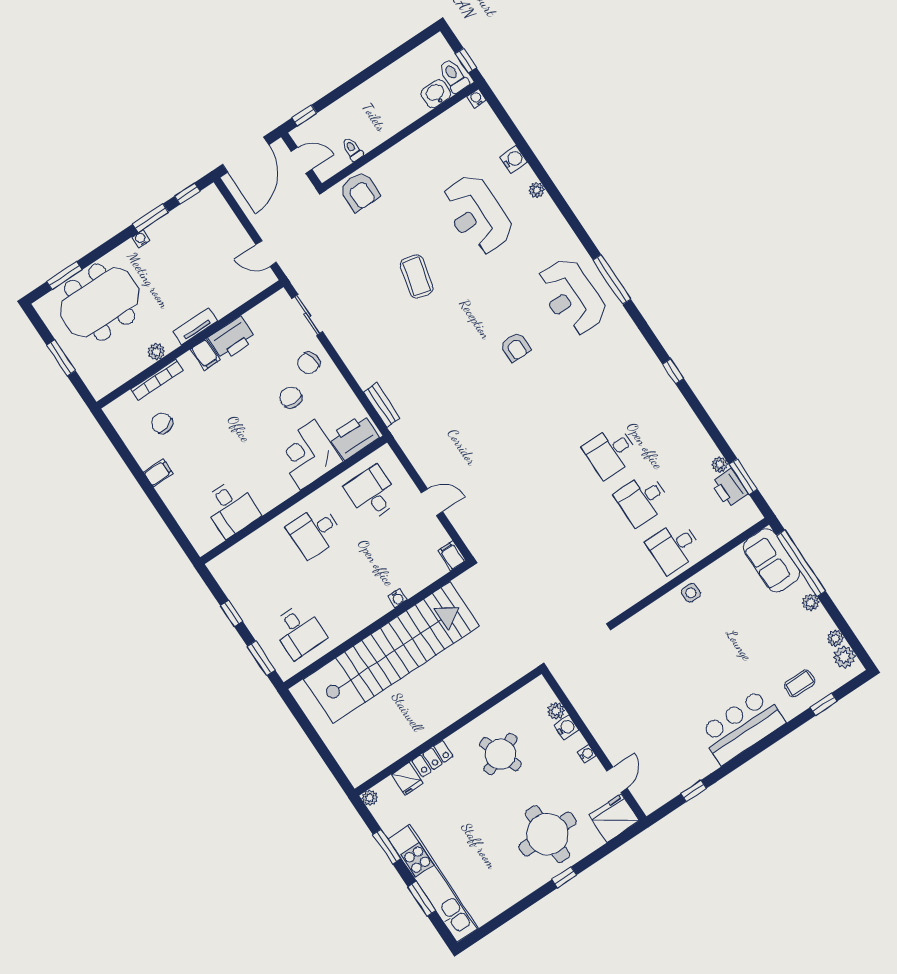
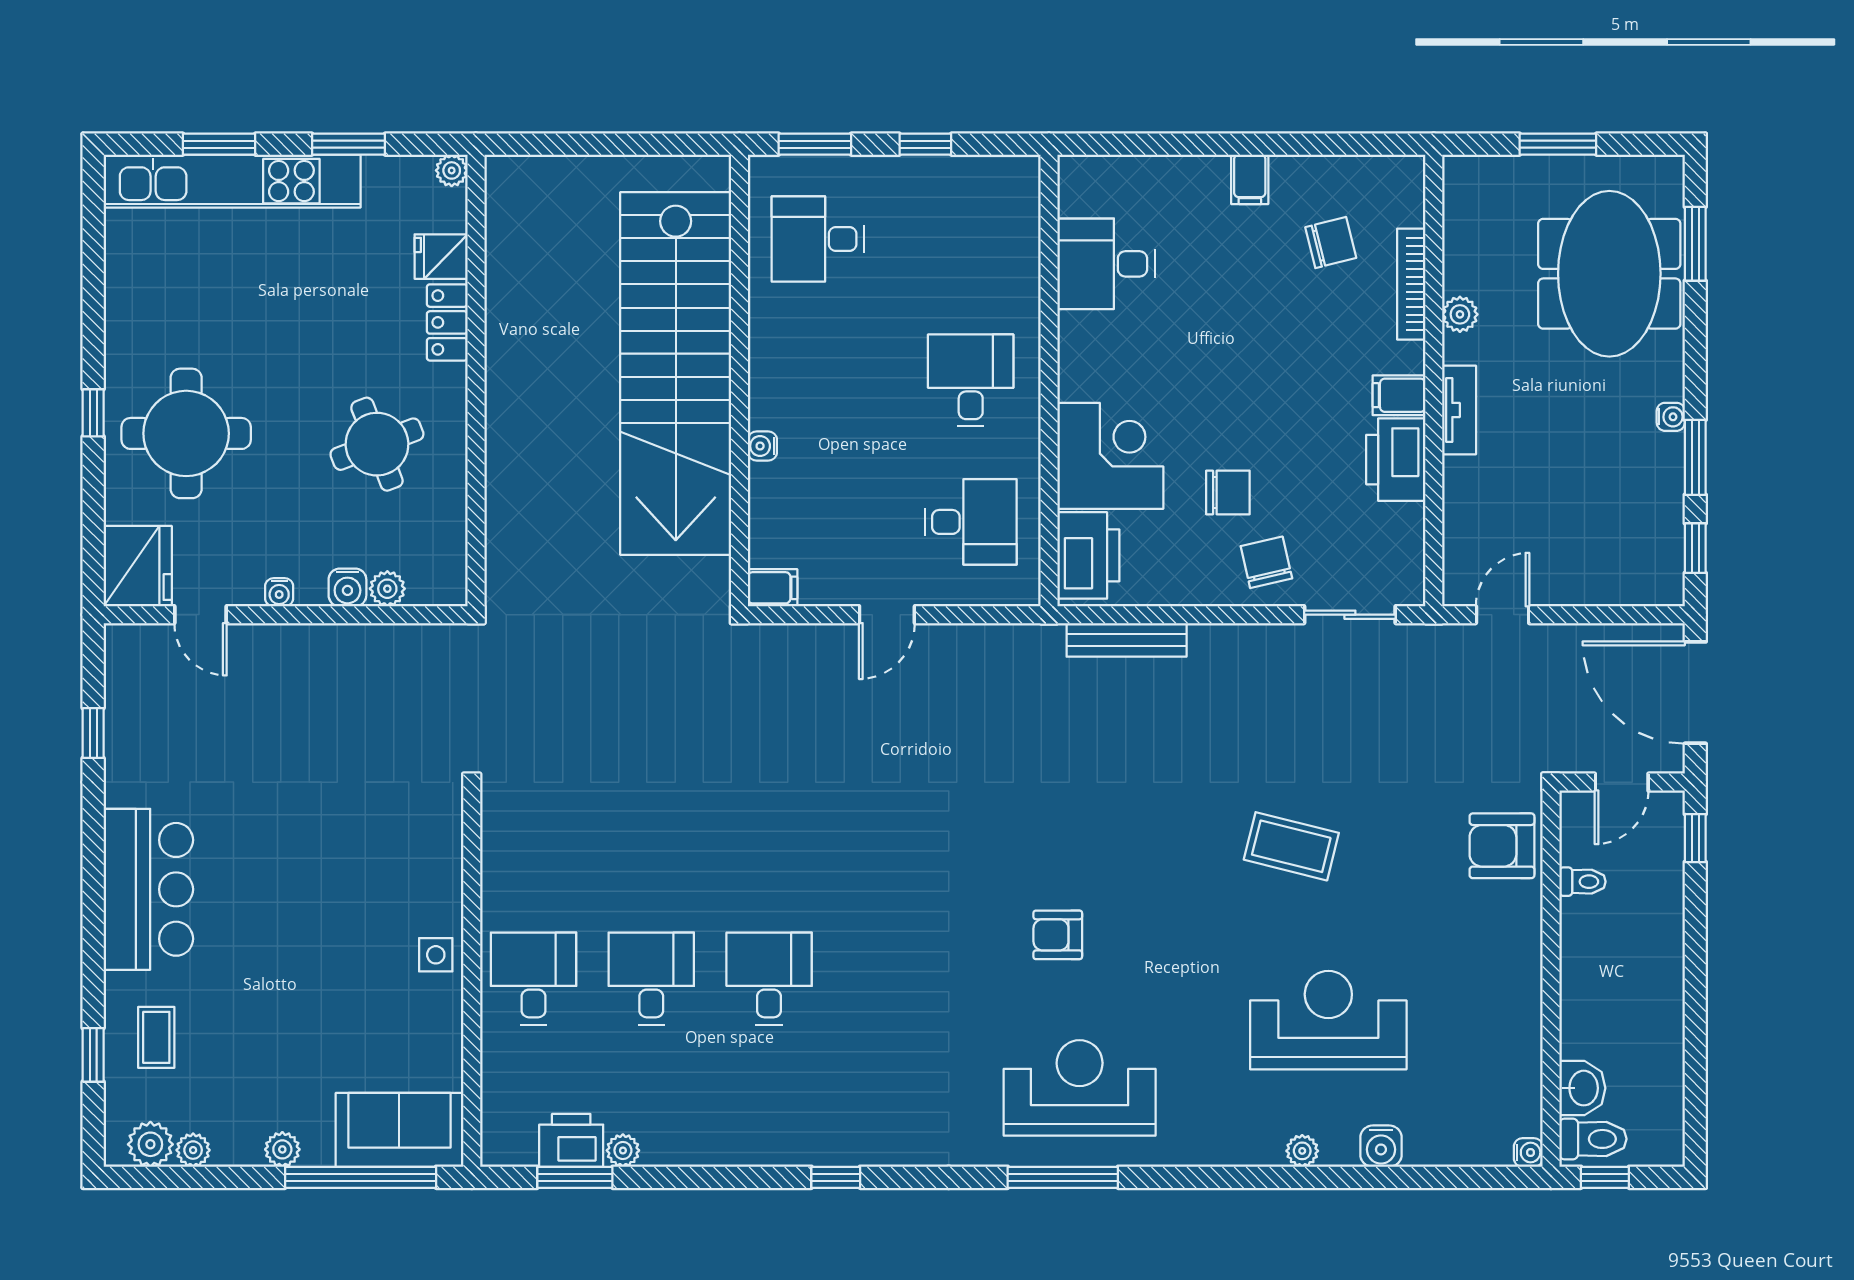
bench: (382, 405) -> (1127, 640), width x1.36

